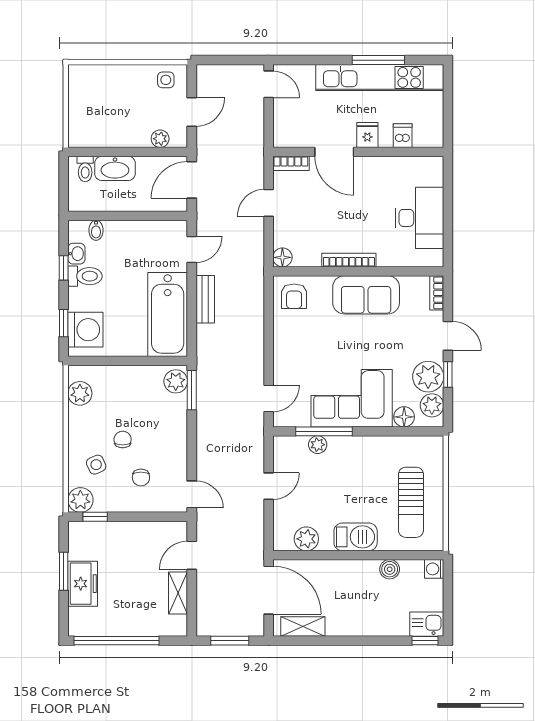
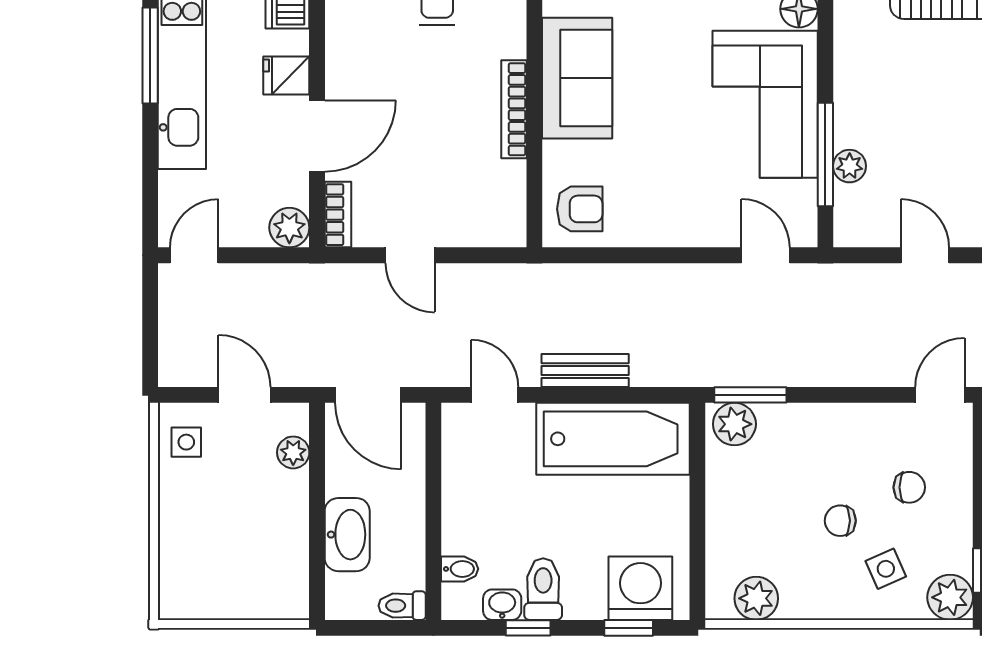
plant: (284, 137) -> (289, 228), added
toilet: (85, 169) -> (402, 606), moved, turned 180
floor lamp: (282, 257) -> (509, 230), removed

